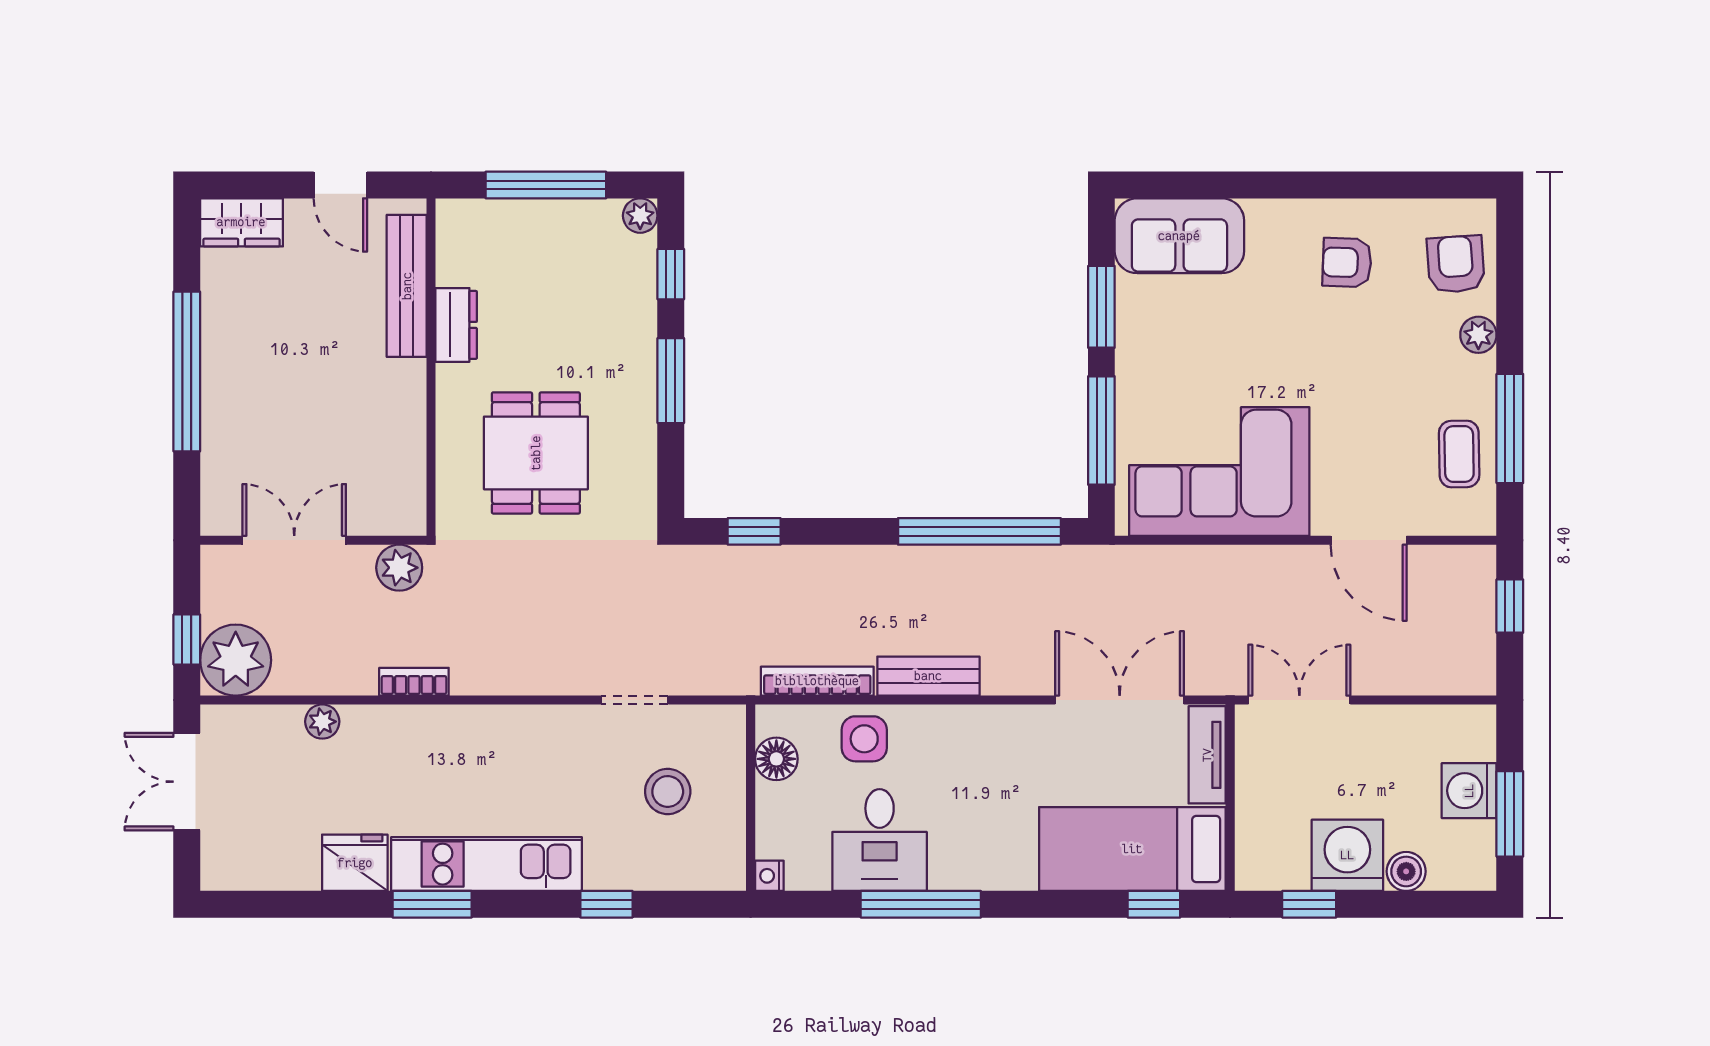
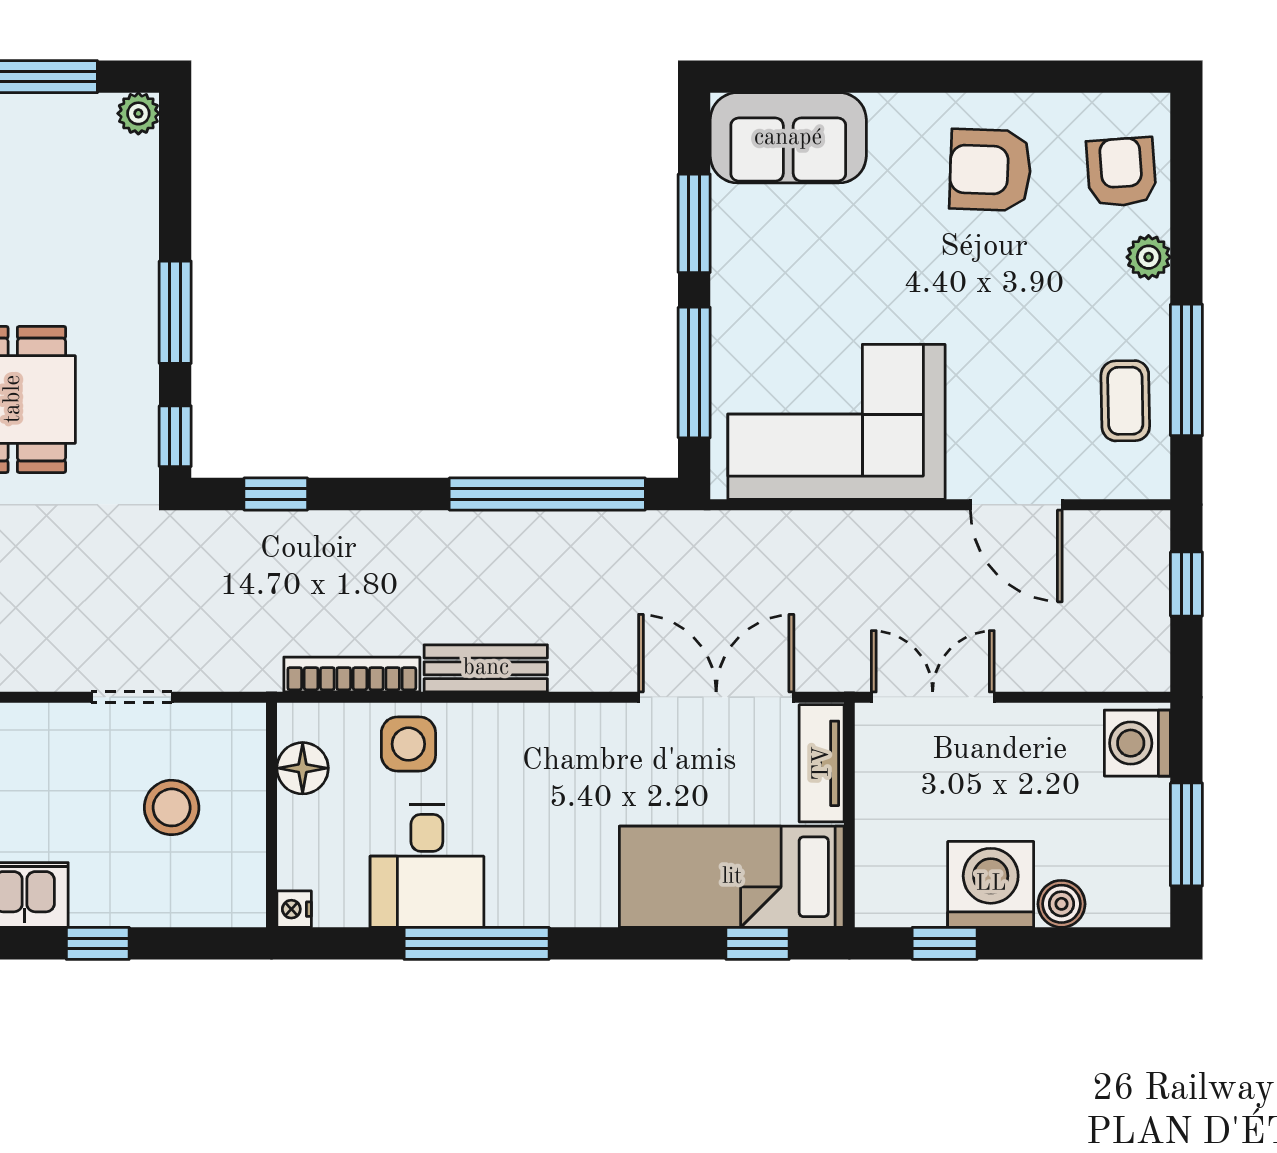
armchair: (1347, 262) -> (990, 170), width x1.38, depth x1.38
window: (671, 274) -> (175, 436), moved
washing machine: (1469, 791) -> (1137, 743), moved

